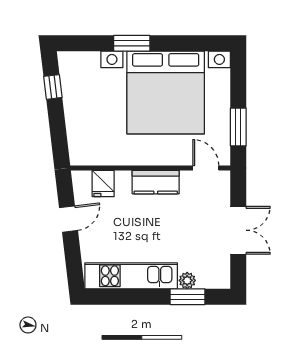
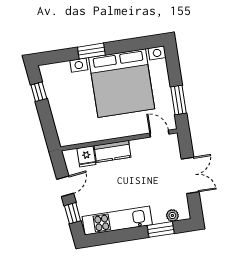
kitchen counter: (156, 182) -> (113, 151), moved
window: (73, 257) -> (73, 213), added
plant: (187, 280) -> (172, 215), moved

